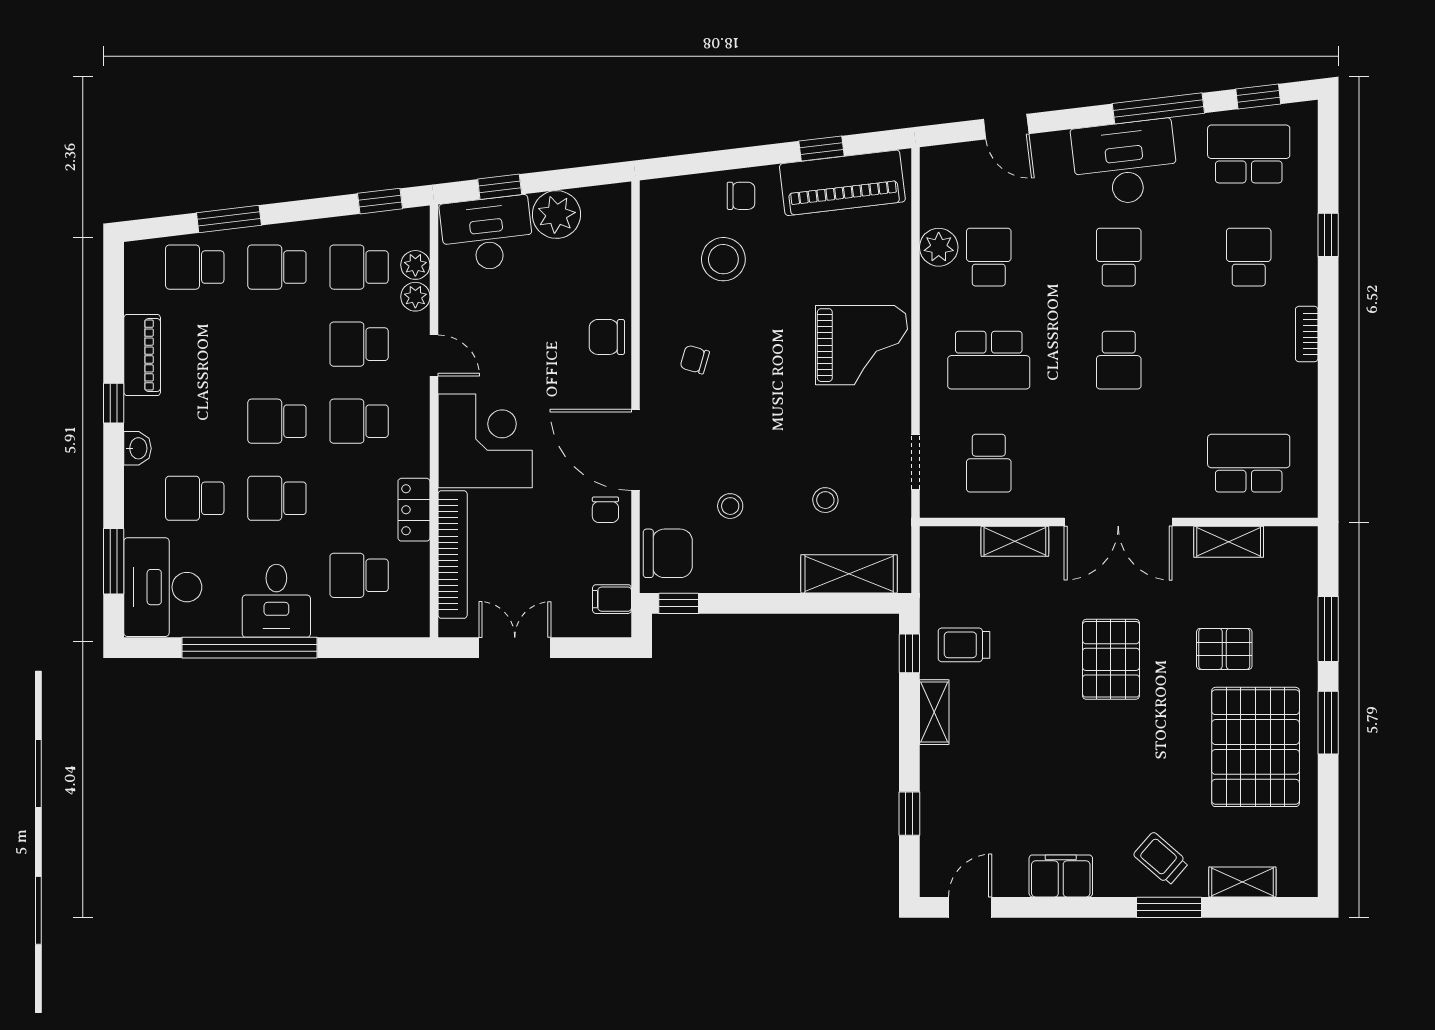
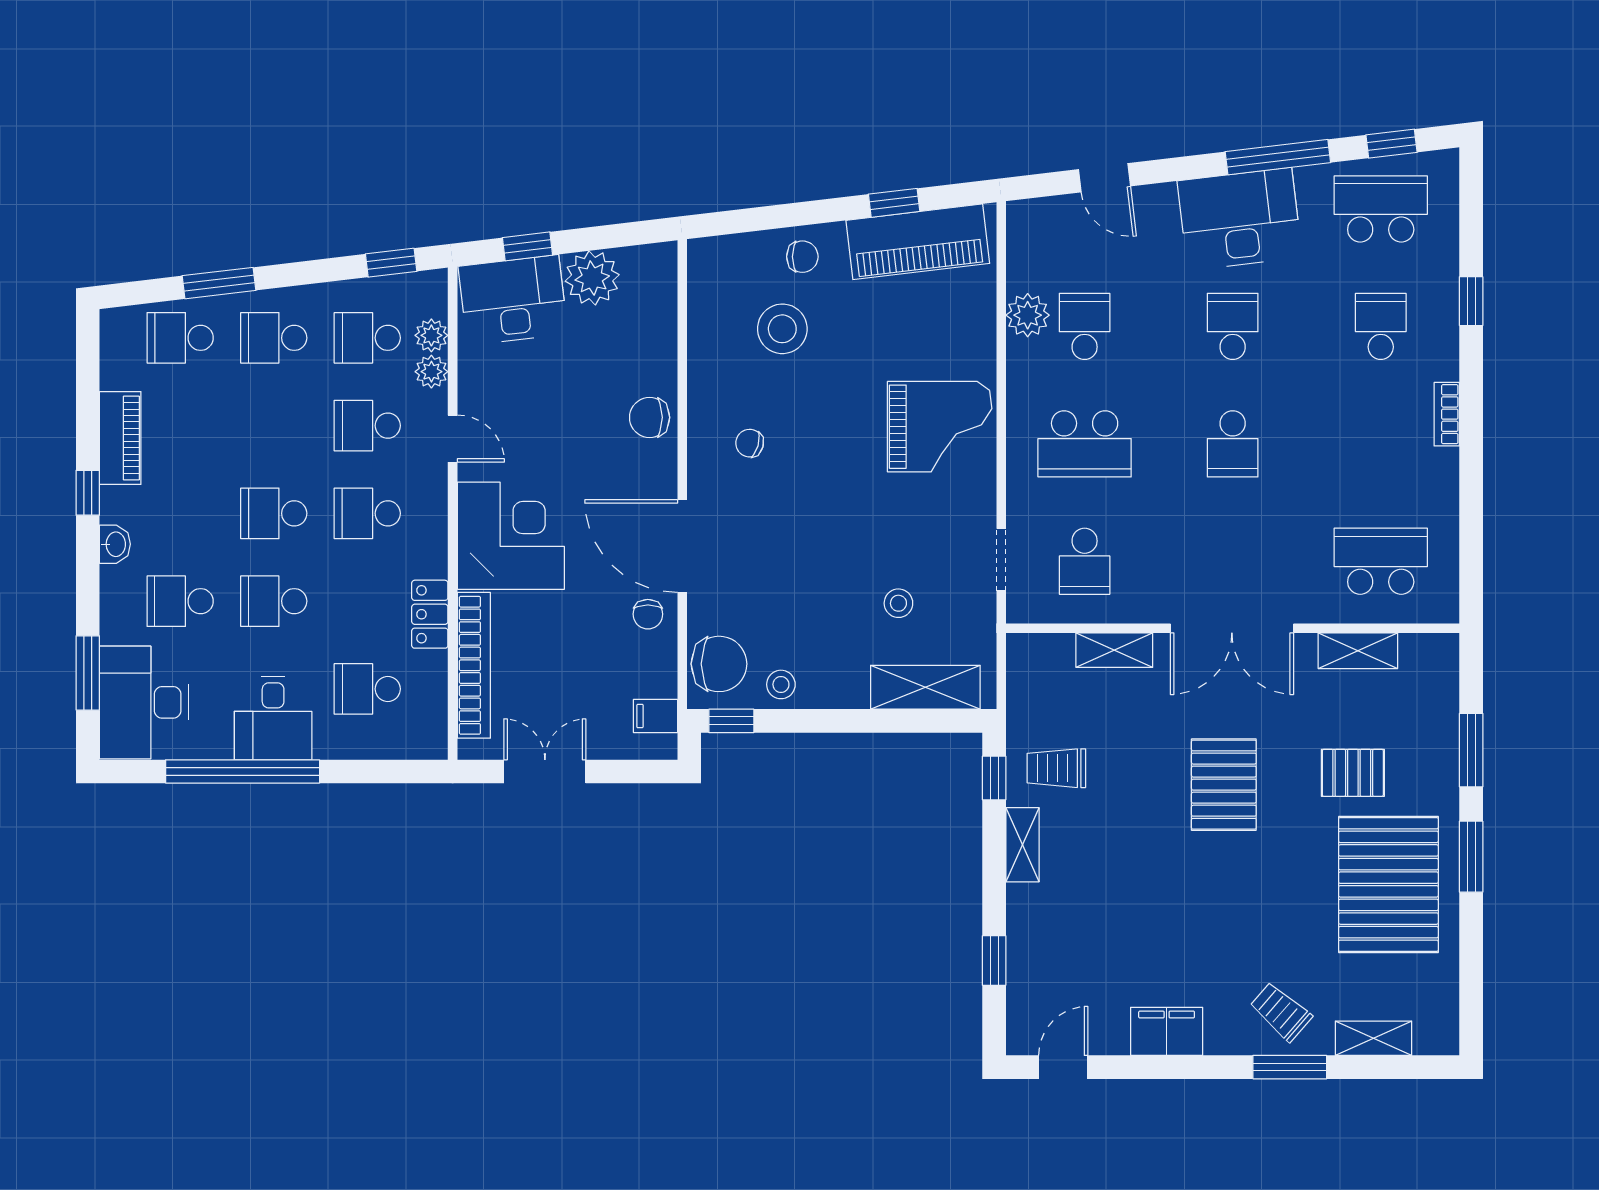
stool: (730, 506) -> (781, 684), moved

